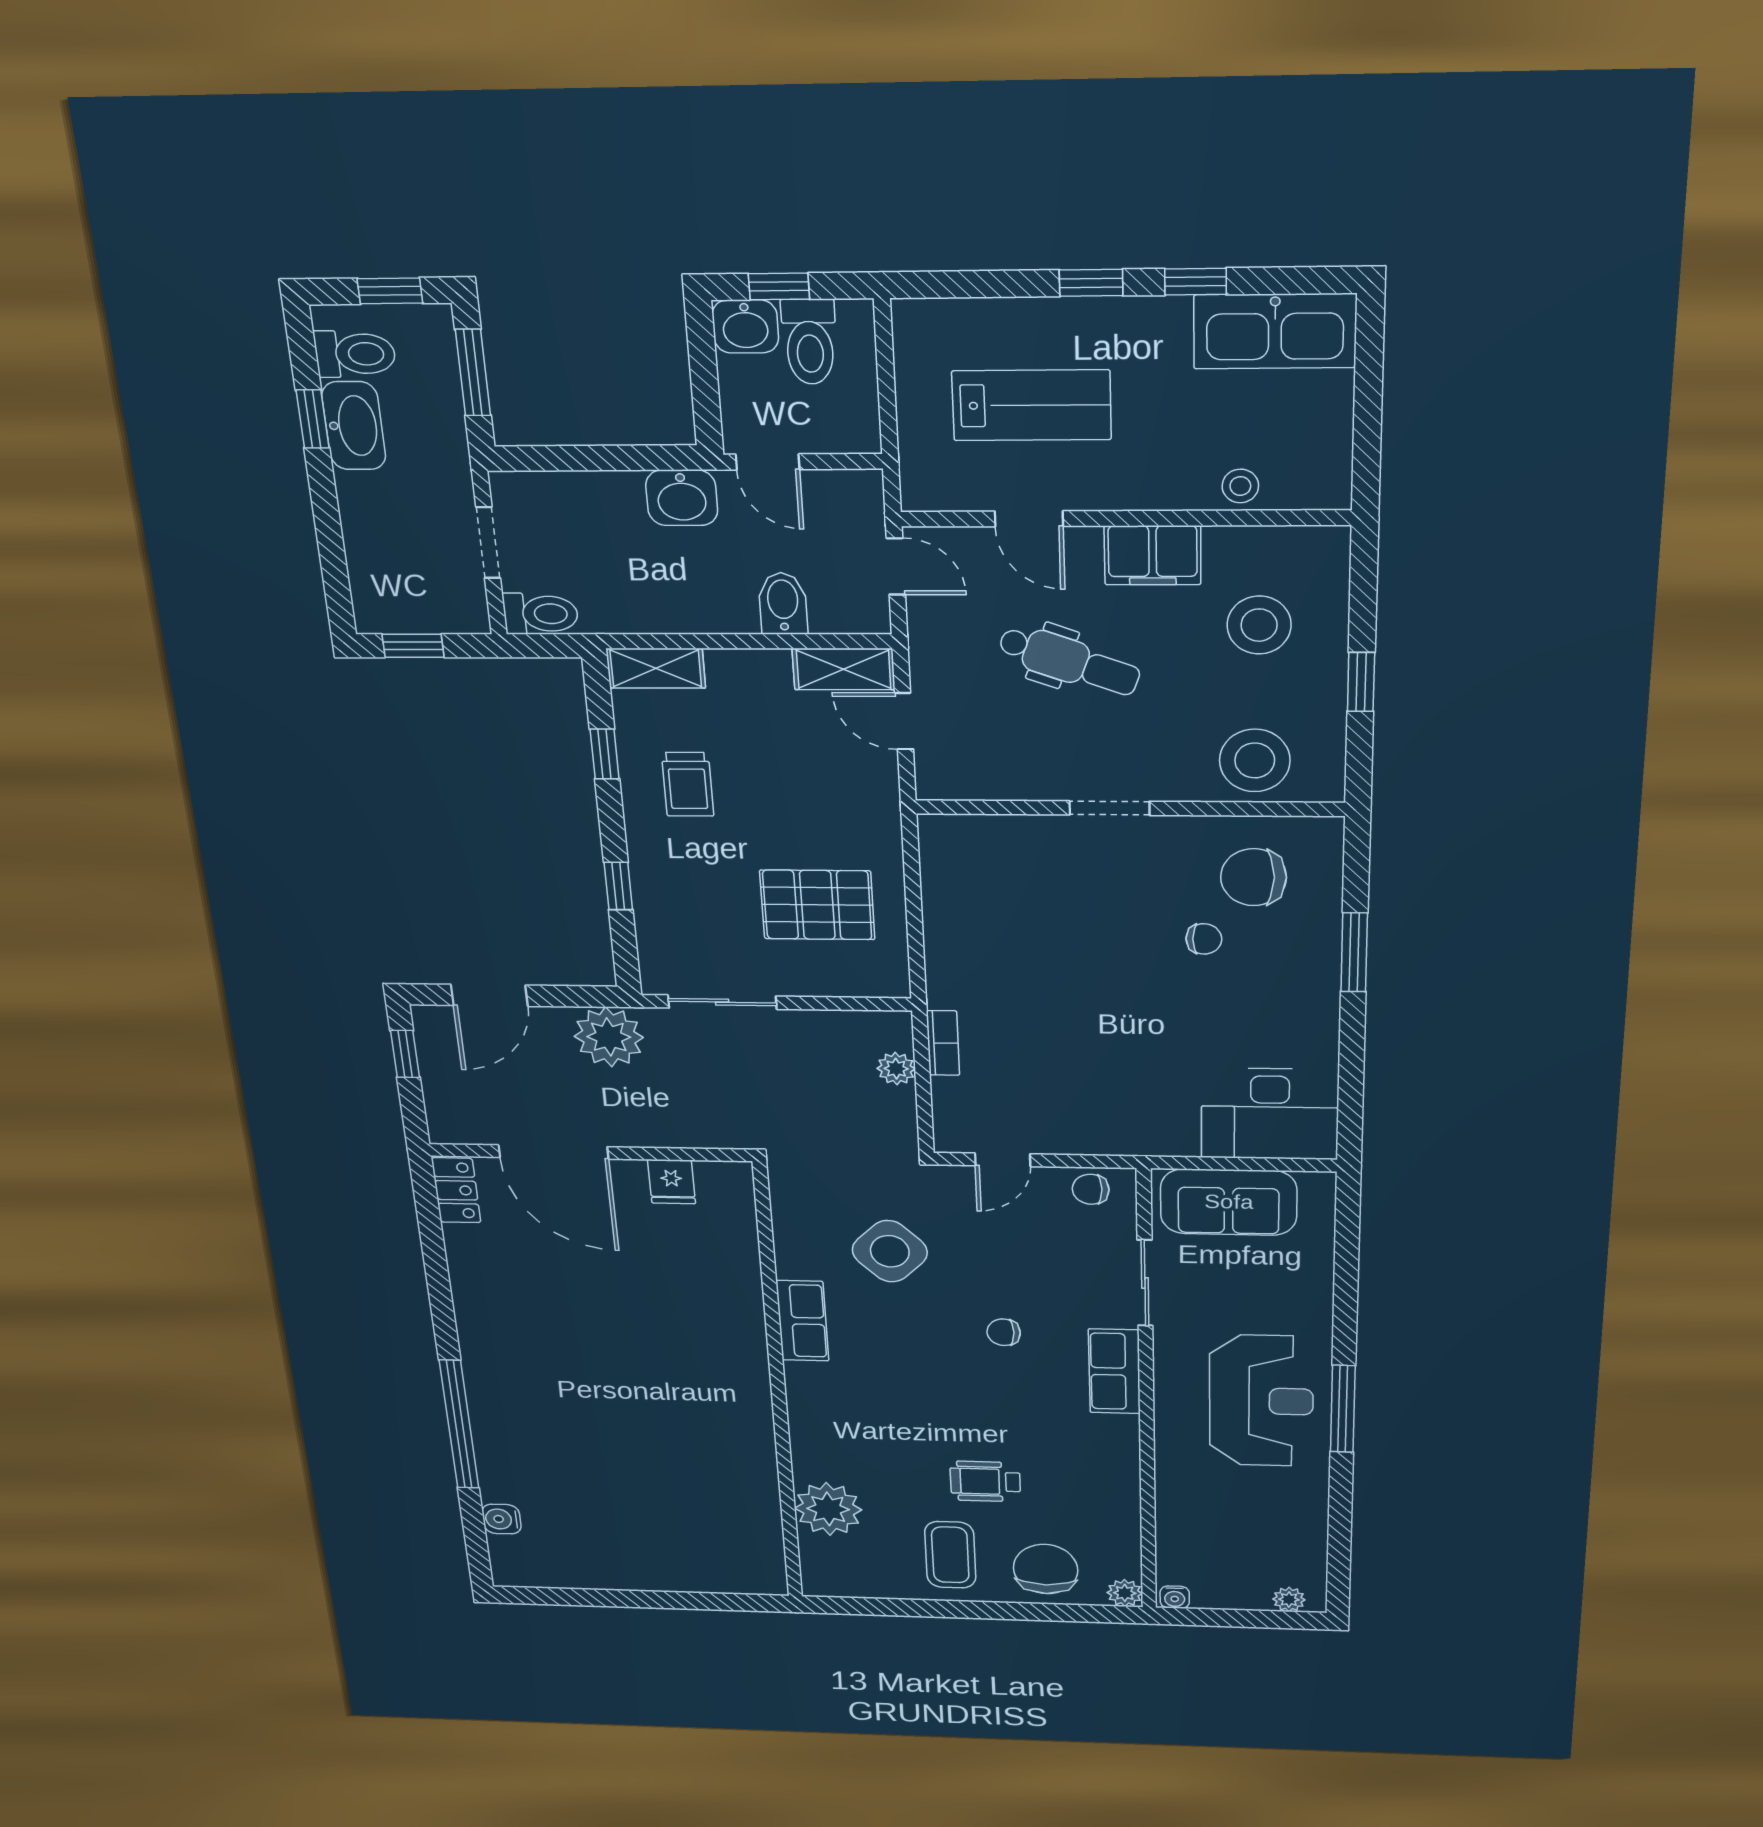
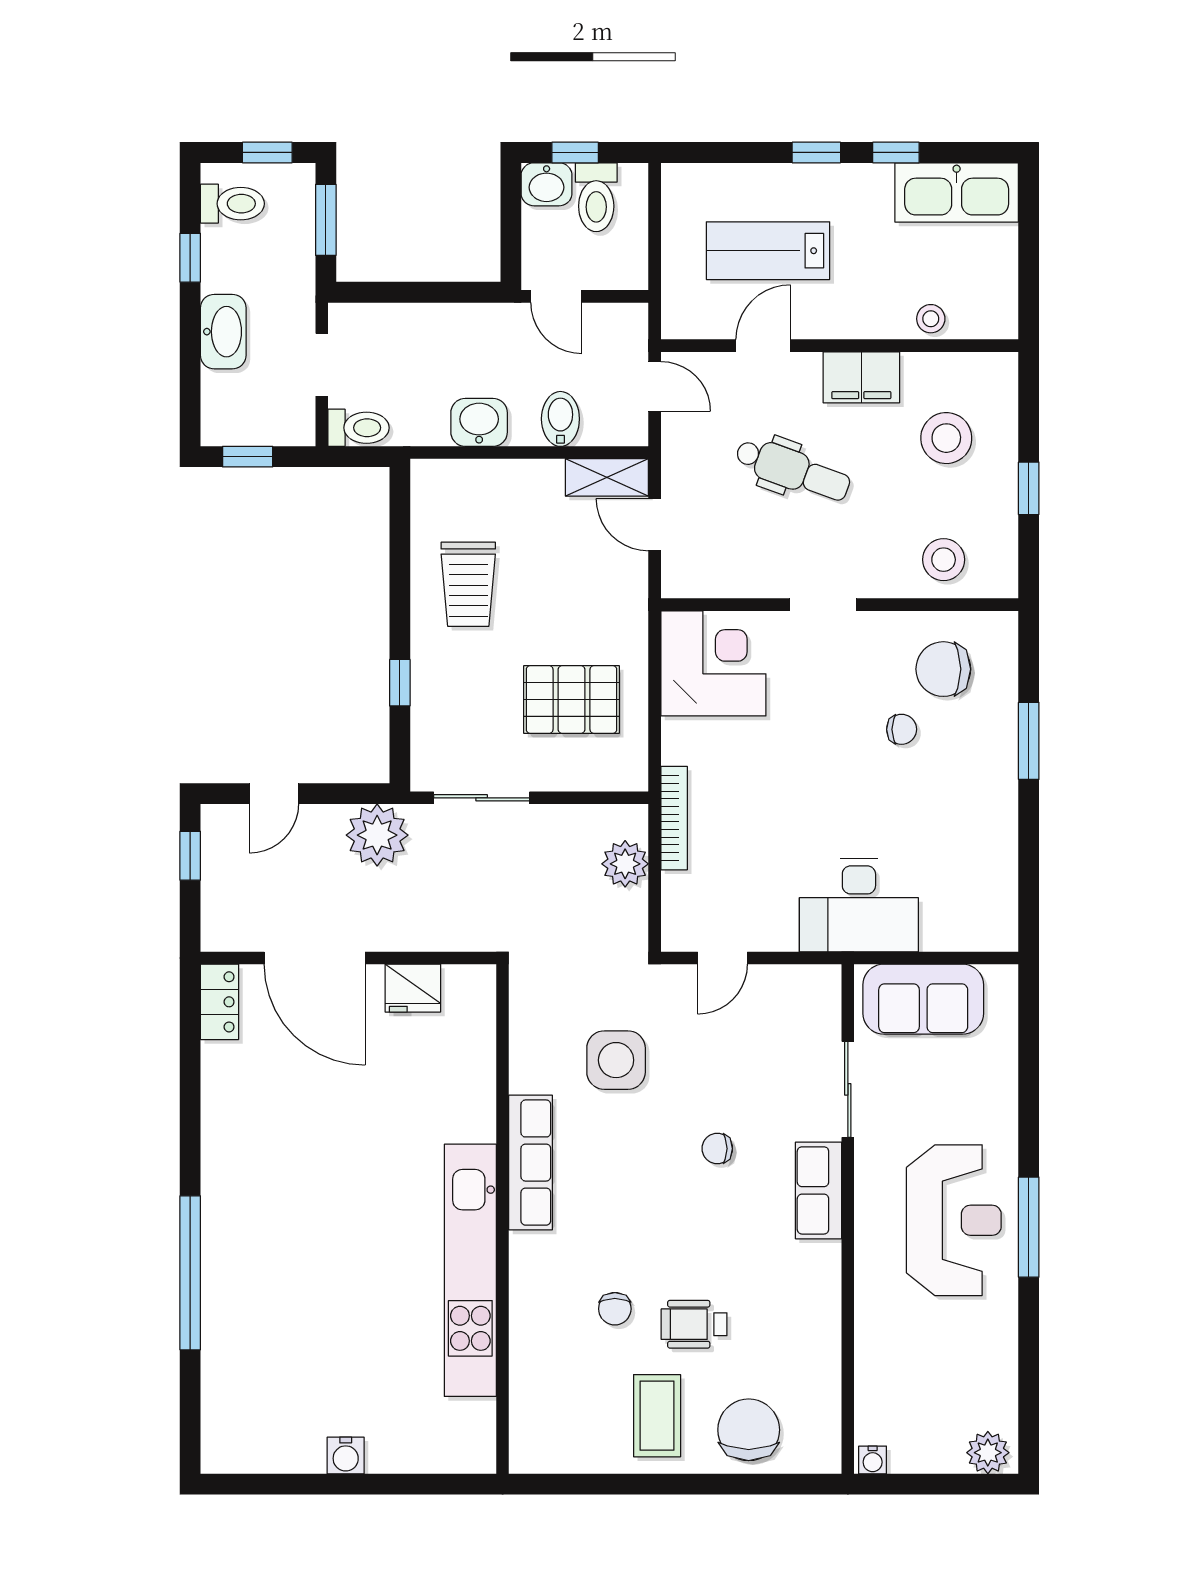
lab bench: (1032, 405) -> (768, 251), turned 180
washbasin: (354, 426) -> (223, 332), moved
washbasin: (682, 498) -> (479, 422), moved, turned 180
door: (1029, 519) -> (763, 346), swing flipped
shelving: (656, 668) -> (450, 477), removed
window: (605, 754) -> (400, 556), removed
stool: (1255, 760) -> (944, 560), width x0.73, depth x0.73
trolley: (688, 784) -> (468, 584), width x1.36, depth x1.39
corner desk: (981, 869) -> (713, 663), added
door: (489, 995) -> (274, 794), width x0.73
bookcase: (943, 1043) -> (674, 818), width x1.56
plant: (896, 1069) -> (625, 864), width x1.38, depth x1.38
desk: (1270, 1114) -> (859, 905), moved
fridge: (672, 1182) -> (413, 988), width x1.38
chair: (1091, 1189) -> (615, 1309), moved, turned -90
side table: (890, 1251) -> (616, 1060), turned 45
row of seats: (802, 1321) -> (531, 1163), width x1.48
kitchen unit: (748, 1430) -> (470, 1270), added
plant: (828, 1509) -> (541, 1363), removed
water cooler: (502, 1519) -> (346, 1455), moved, turned -90
plant: (1125, 1593) -> (824, 1457), removed
plant: (1289, 1599) -> (988, 1453), width x1.38, depth x1.38

